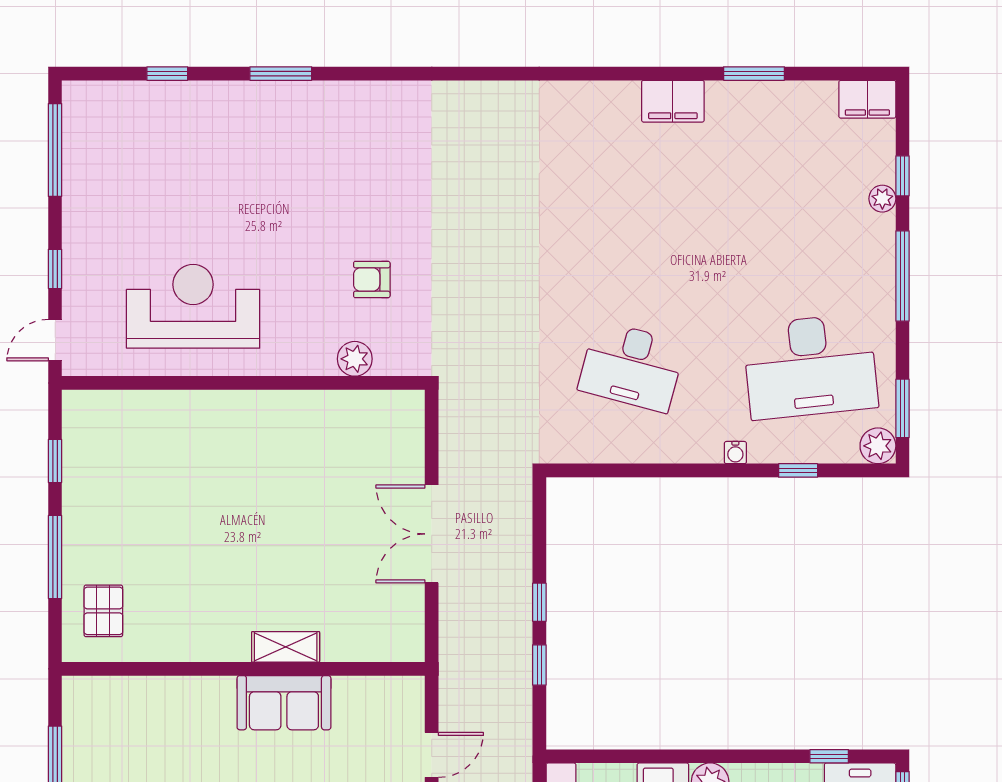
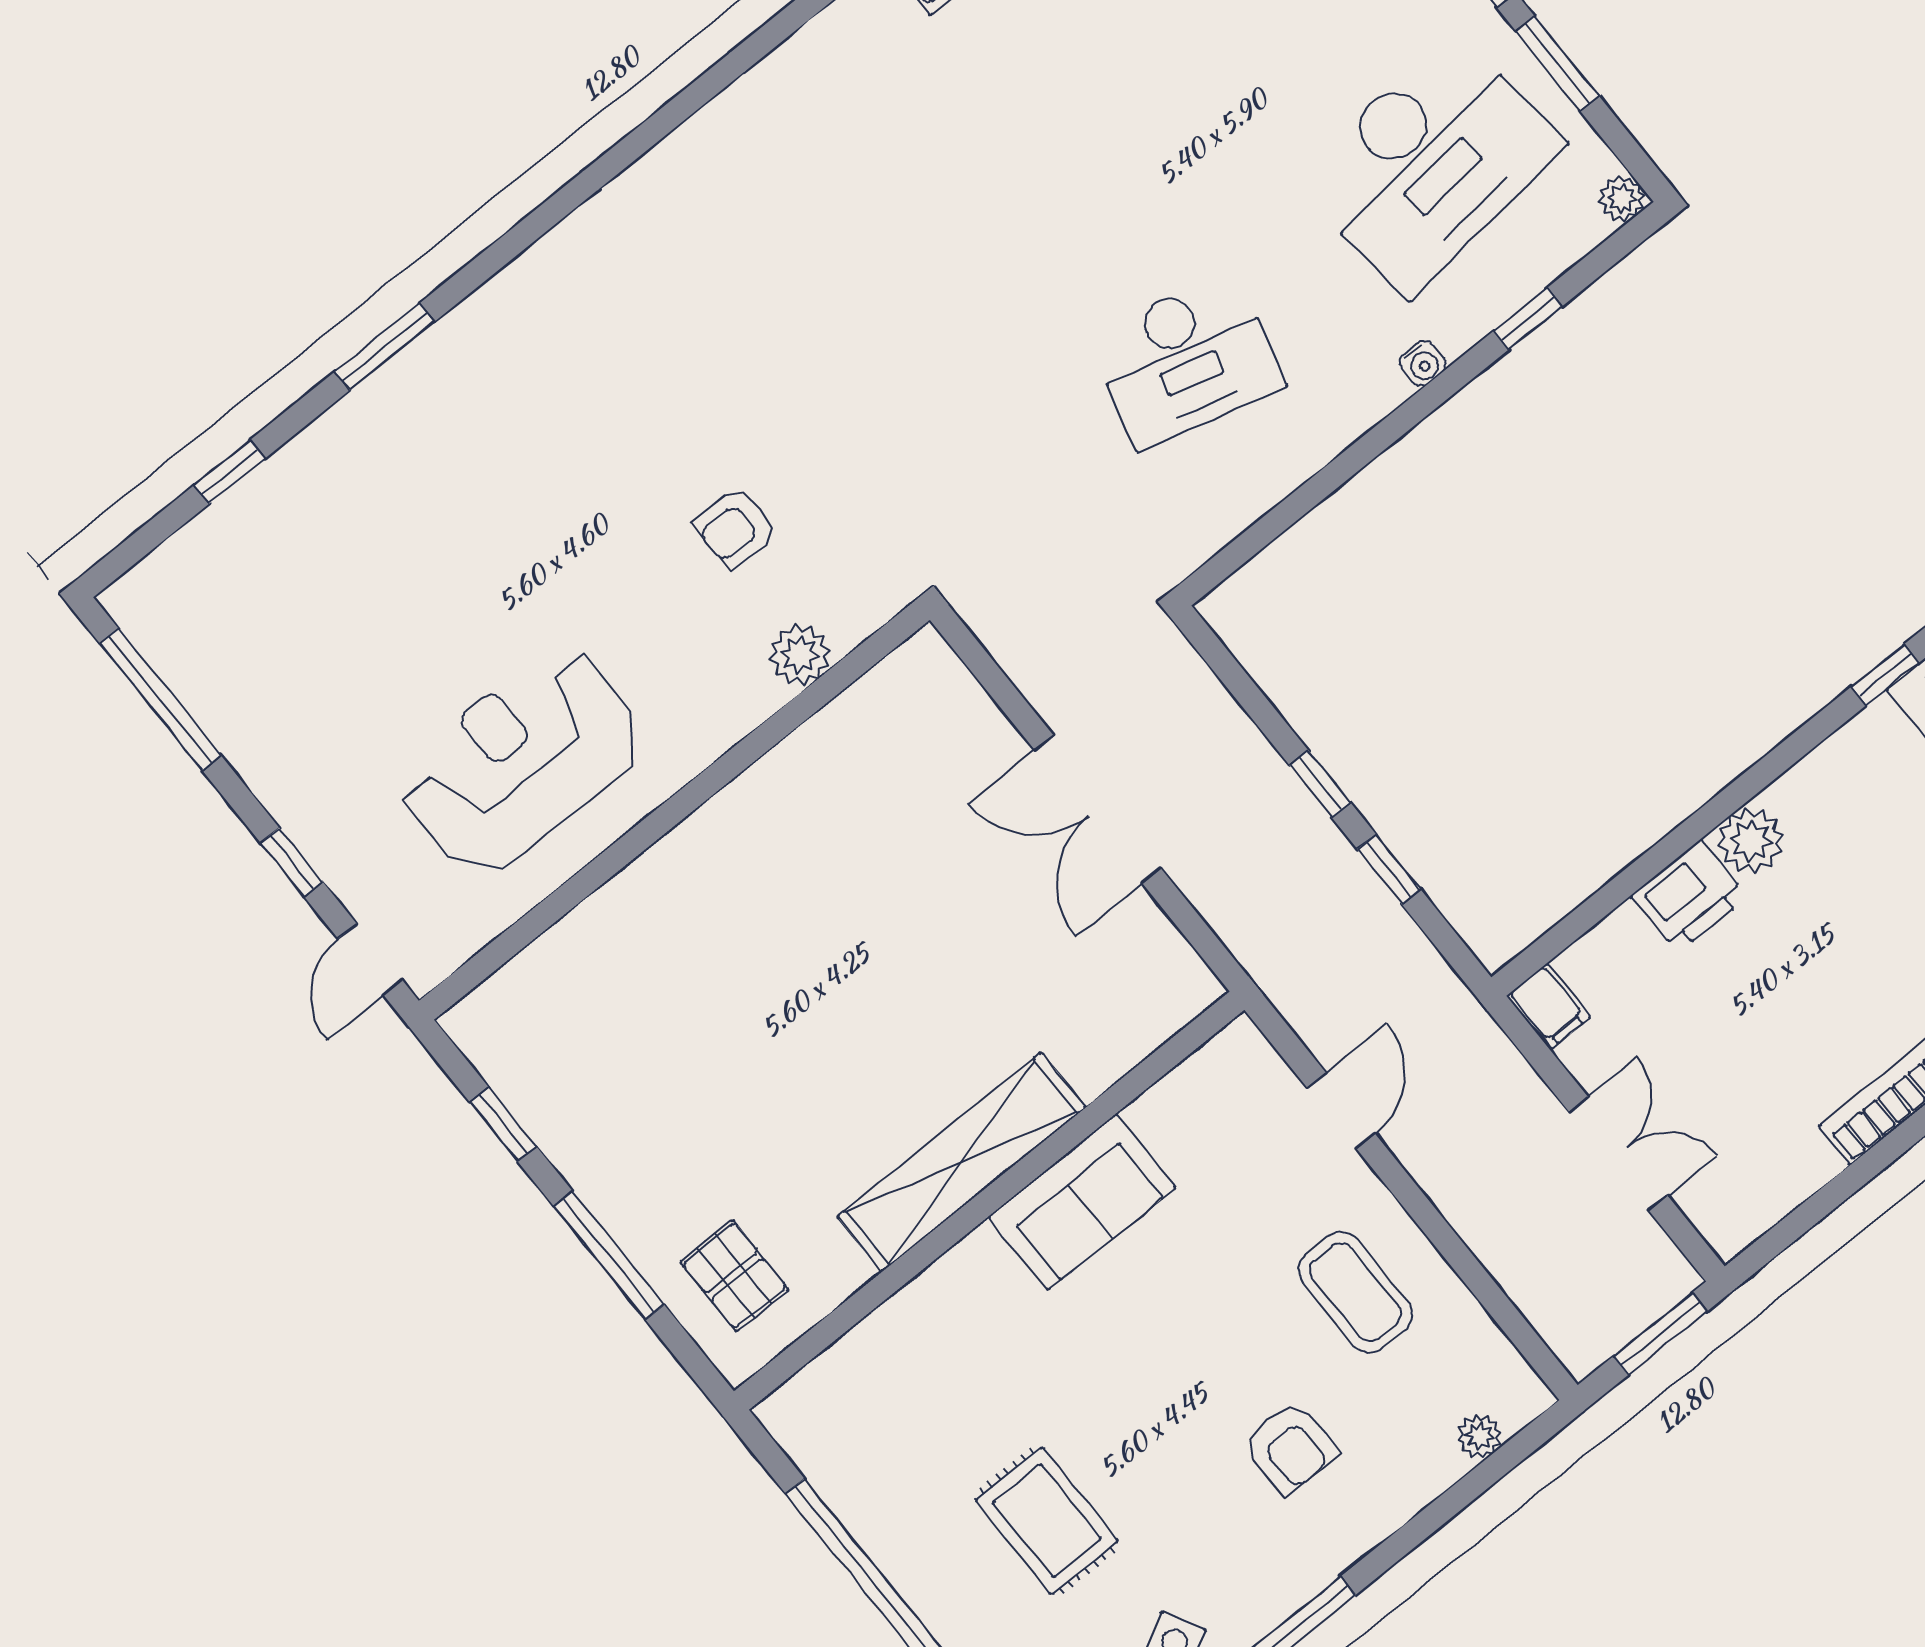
window: (902, 408) -> (1557, 63), moved
plant: (878, 446) -> (1622, 198), width x0.73, depth x0.73
shelving: (286, 647) -> (961, 1162), width x2.20, depth x1.33

